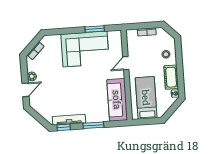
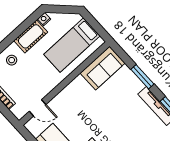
door: (126, 63) -> (38, 108), moved
sofa: (117, 100) -> (103, 68), width x0.73

